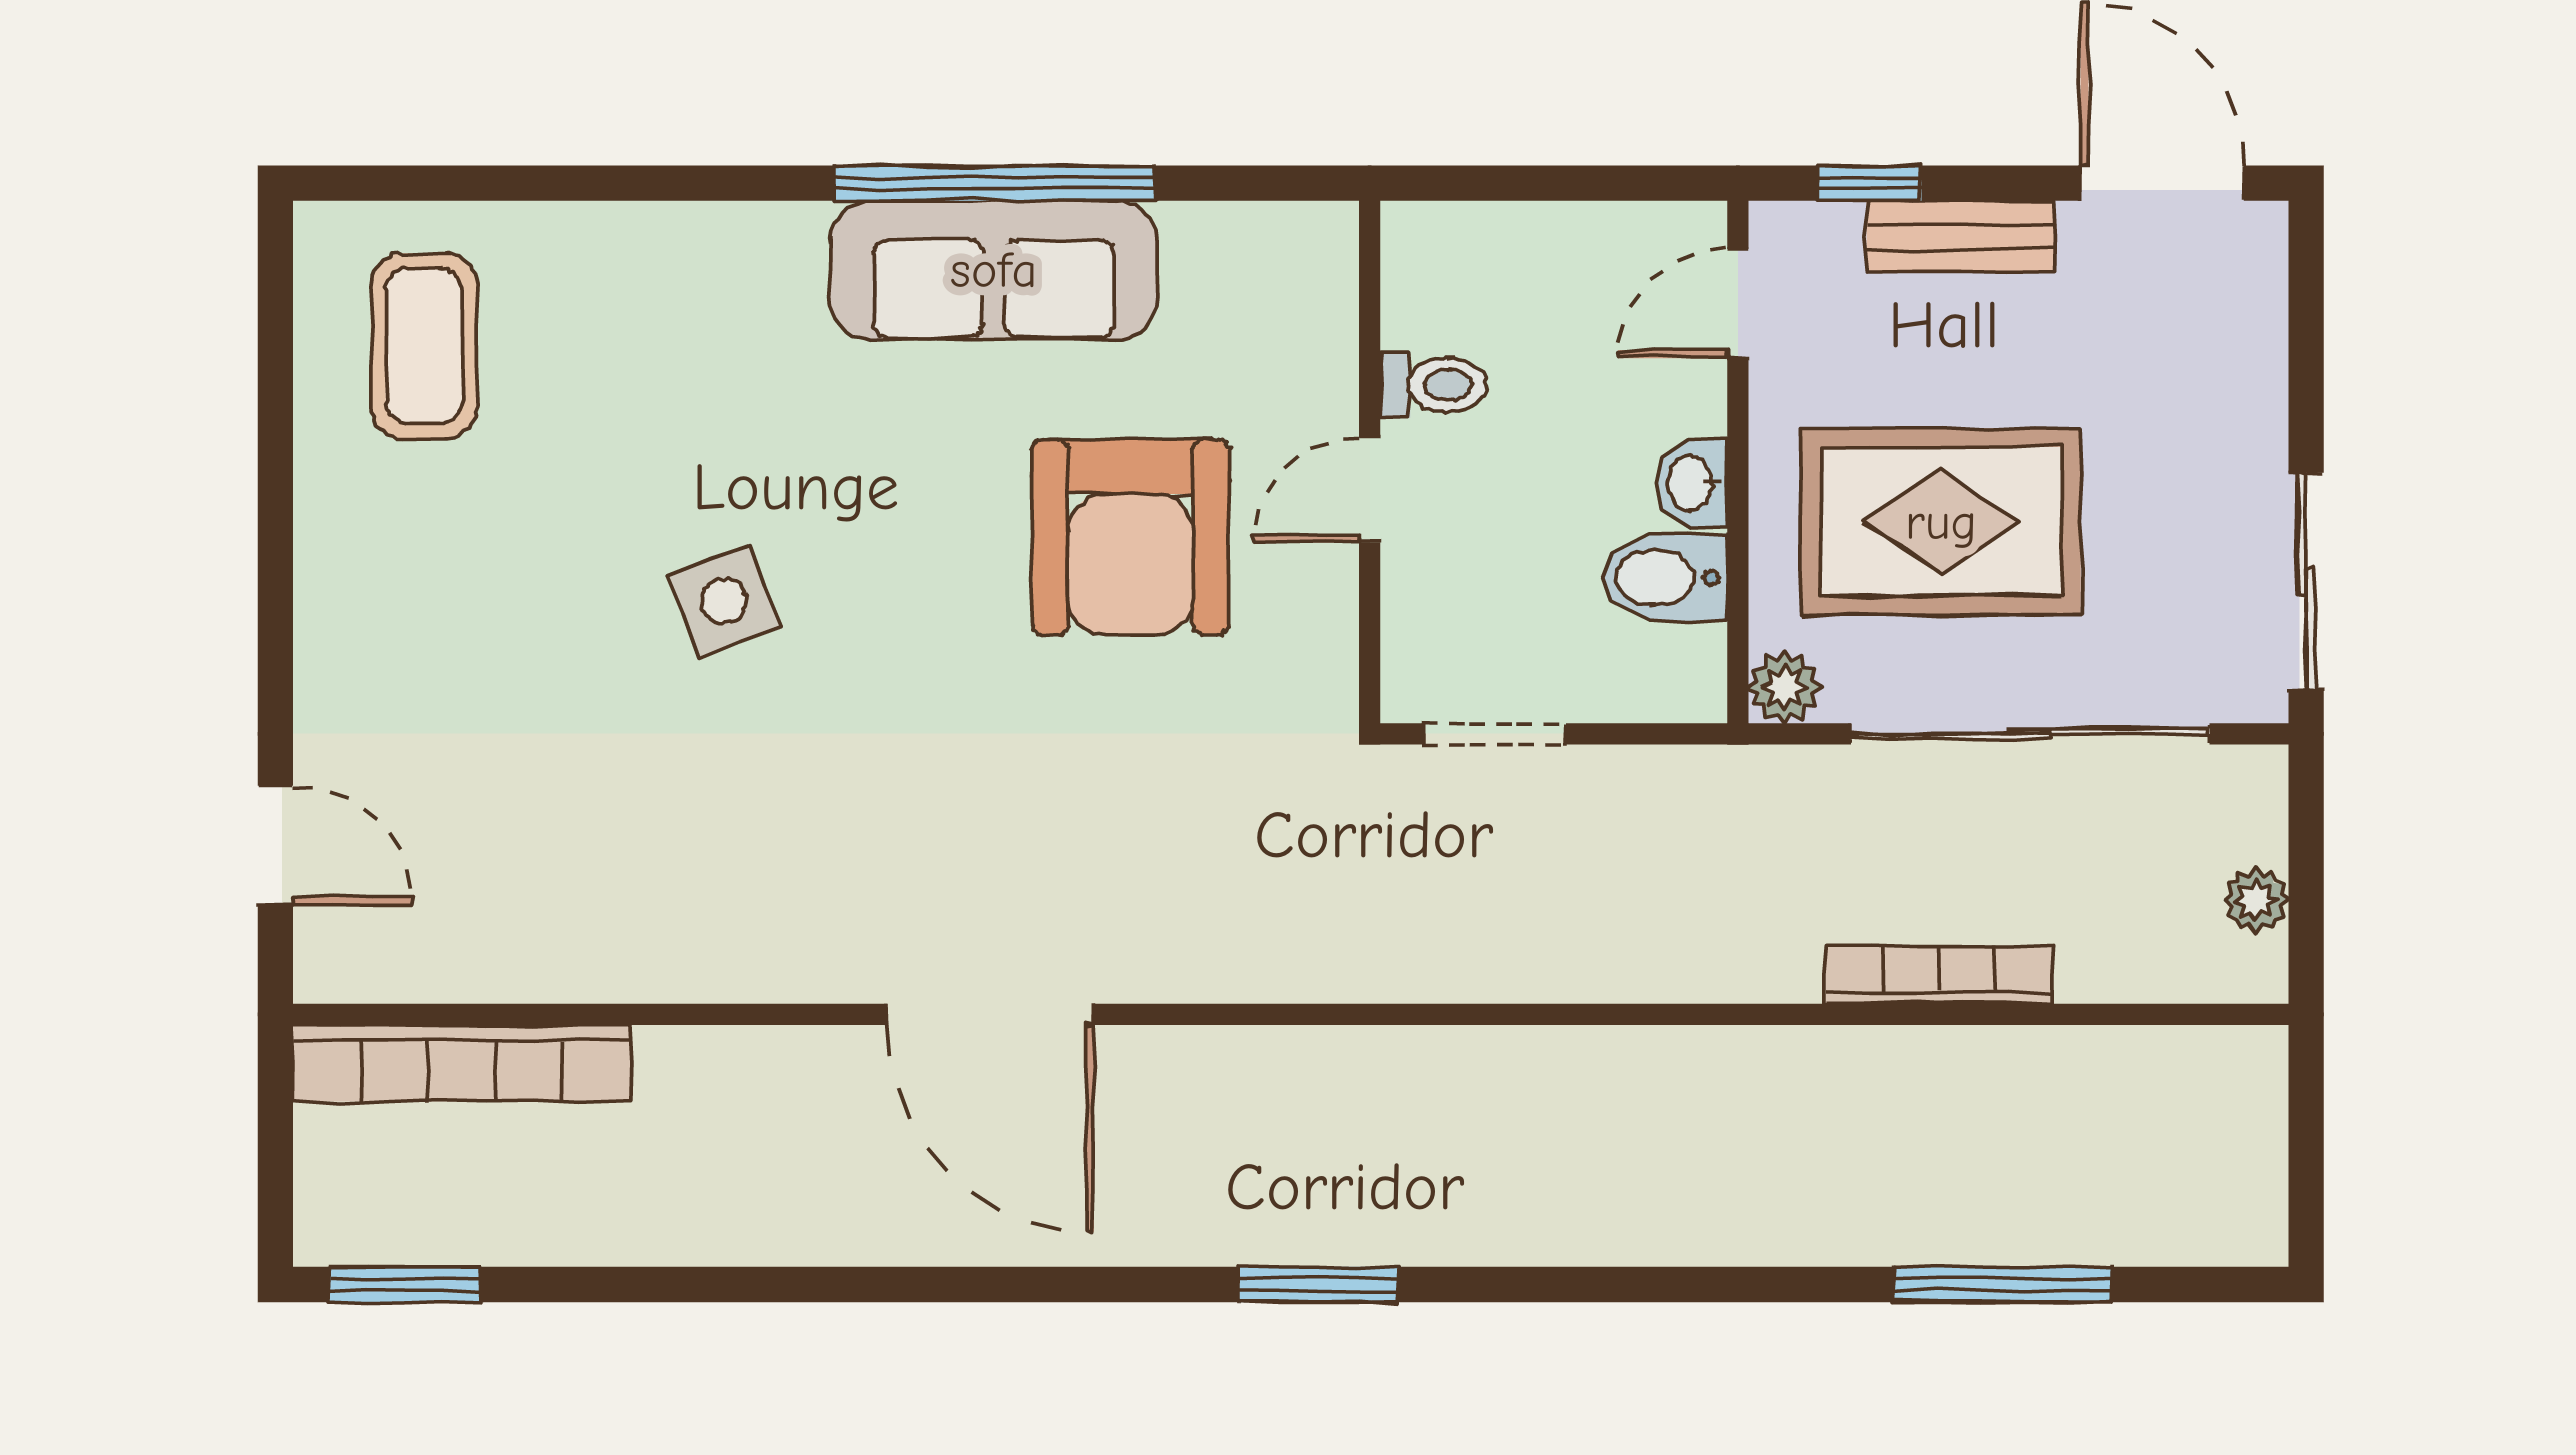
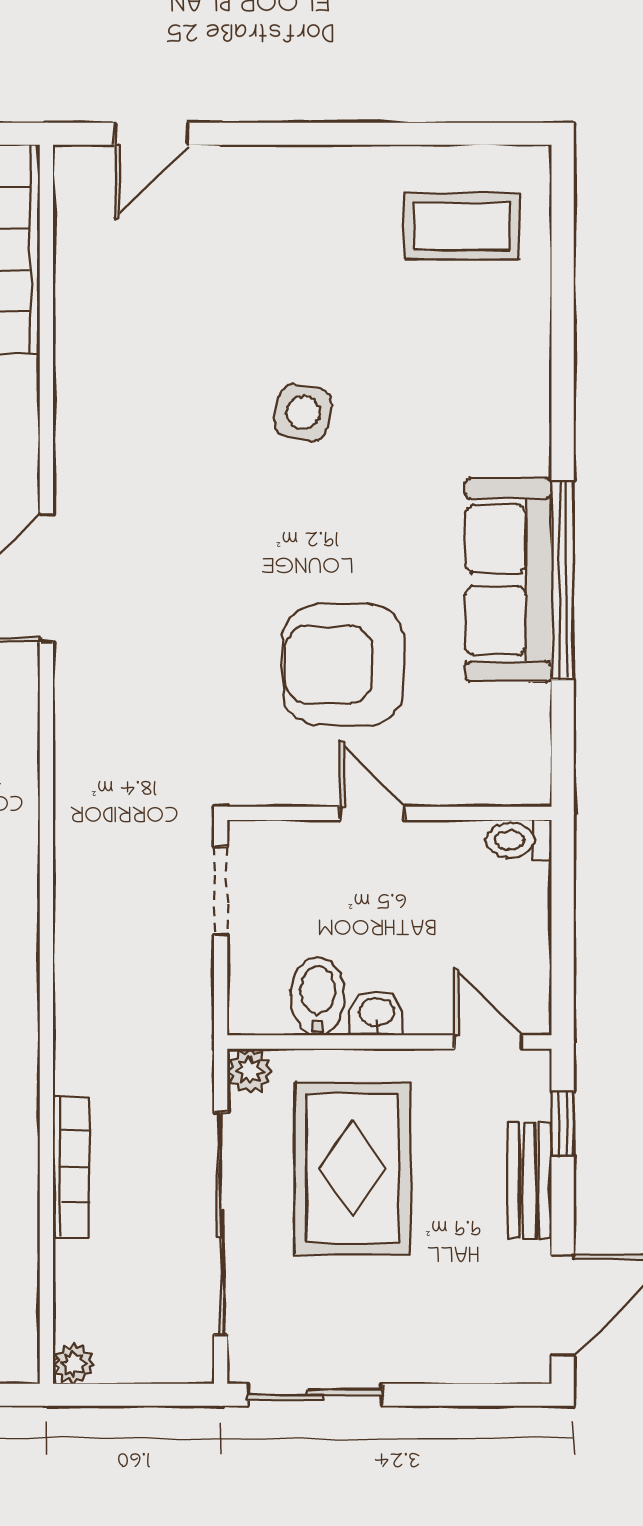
toilet: (1433, 385) -> (519, 840), moved, turned 90
side table: (724, 601) -> (303, 413), turned 32
plant: (2256, 901) -> (73, 1364), moved

